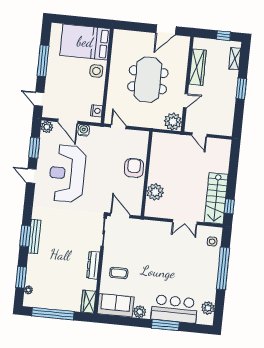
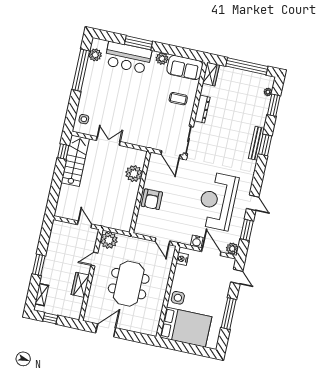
wardrobe: (198, 67) -> (80, 285), width x0.67
reception desk: (67, 174) -> (218, 201), turned 180
window: (223, 268) -> (81, 70), moved

